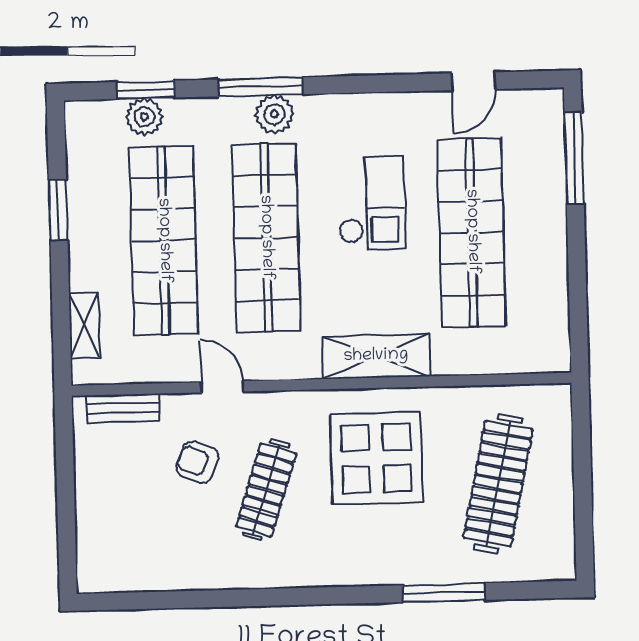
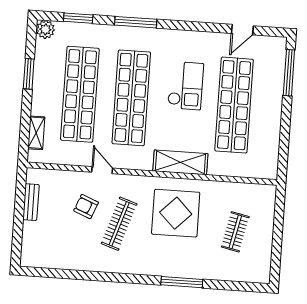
plant: (274, 114) -> (141, 36), removed
plant: (144, 117) -> (45, 29), moved
bench: (123, 408) -> (31, 202), moved, turned 90
clothes rail: (498, 484) -> (235, 232), width x0.54, depth x0.76
window: (444, 593) -> (182, 282), moved

